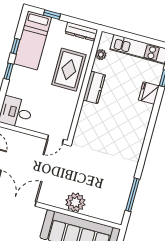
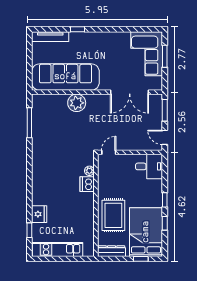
bed: (32, 40) -> (146, 232), width x1.50
plant: (101, 55) -> (89, 171), moved
kitchen counter: (94, 87) -> (87, 206), removed
dishwasher: (88, 111) -> (87, 184), added

